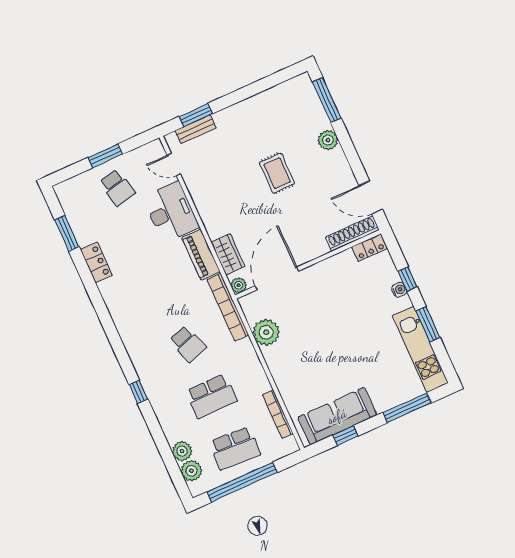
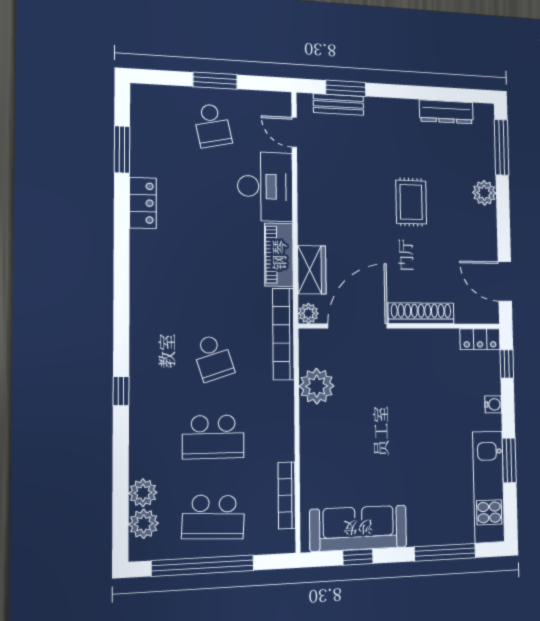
dresser: (275, 95) -> (446, 112), added
shoe rack: (352, 234) -> (421, 313), moved
window: (408, 279) -> (507, 364), moved

